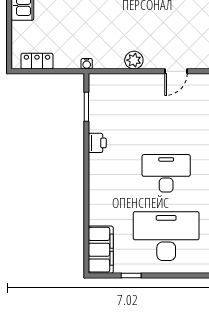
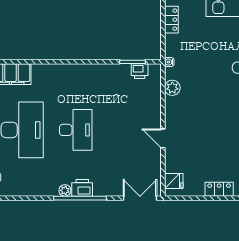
plant: (134, 60) -> (172, 88), moved
printer: (97, 143) -> (140, 71), moved

